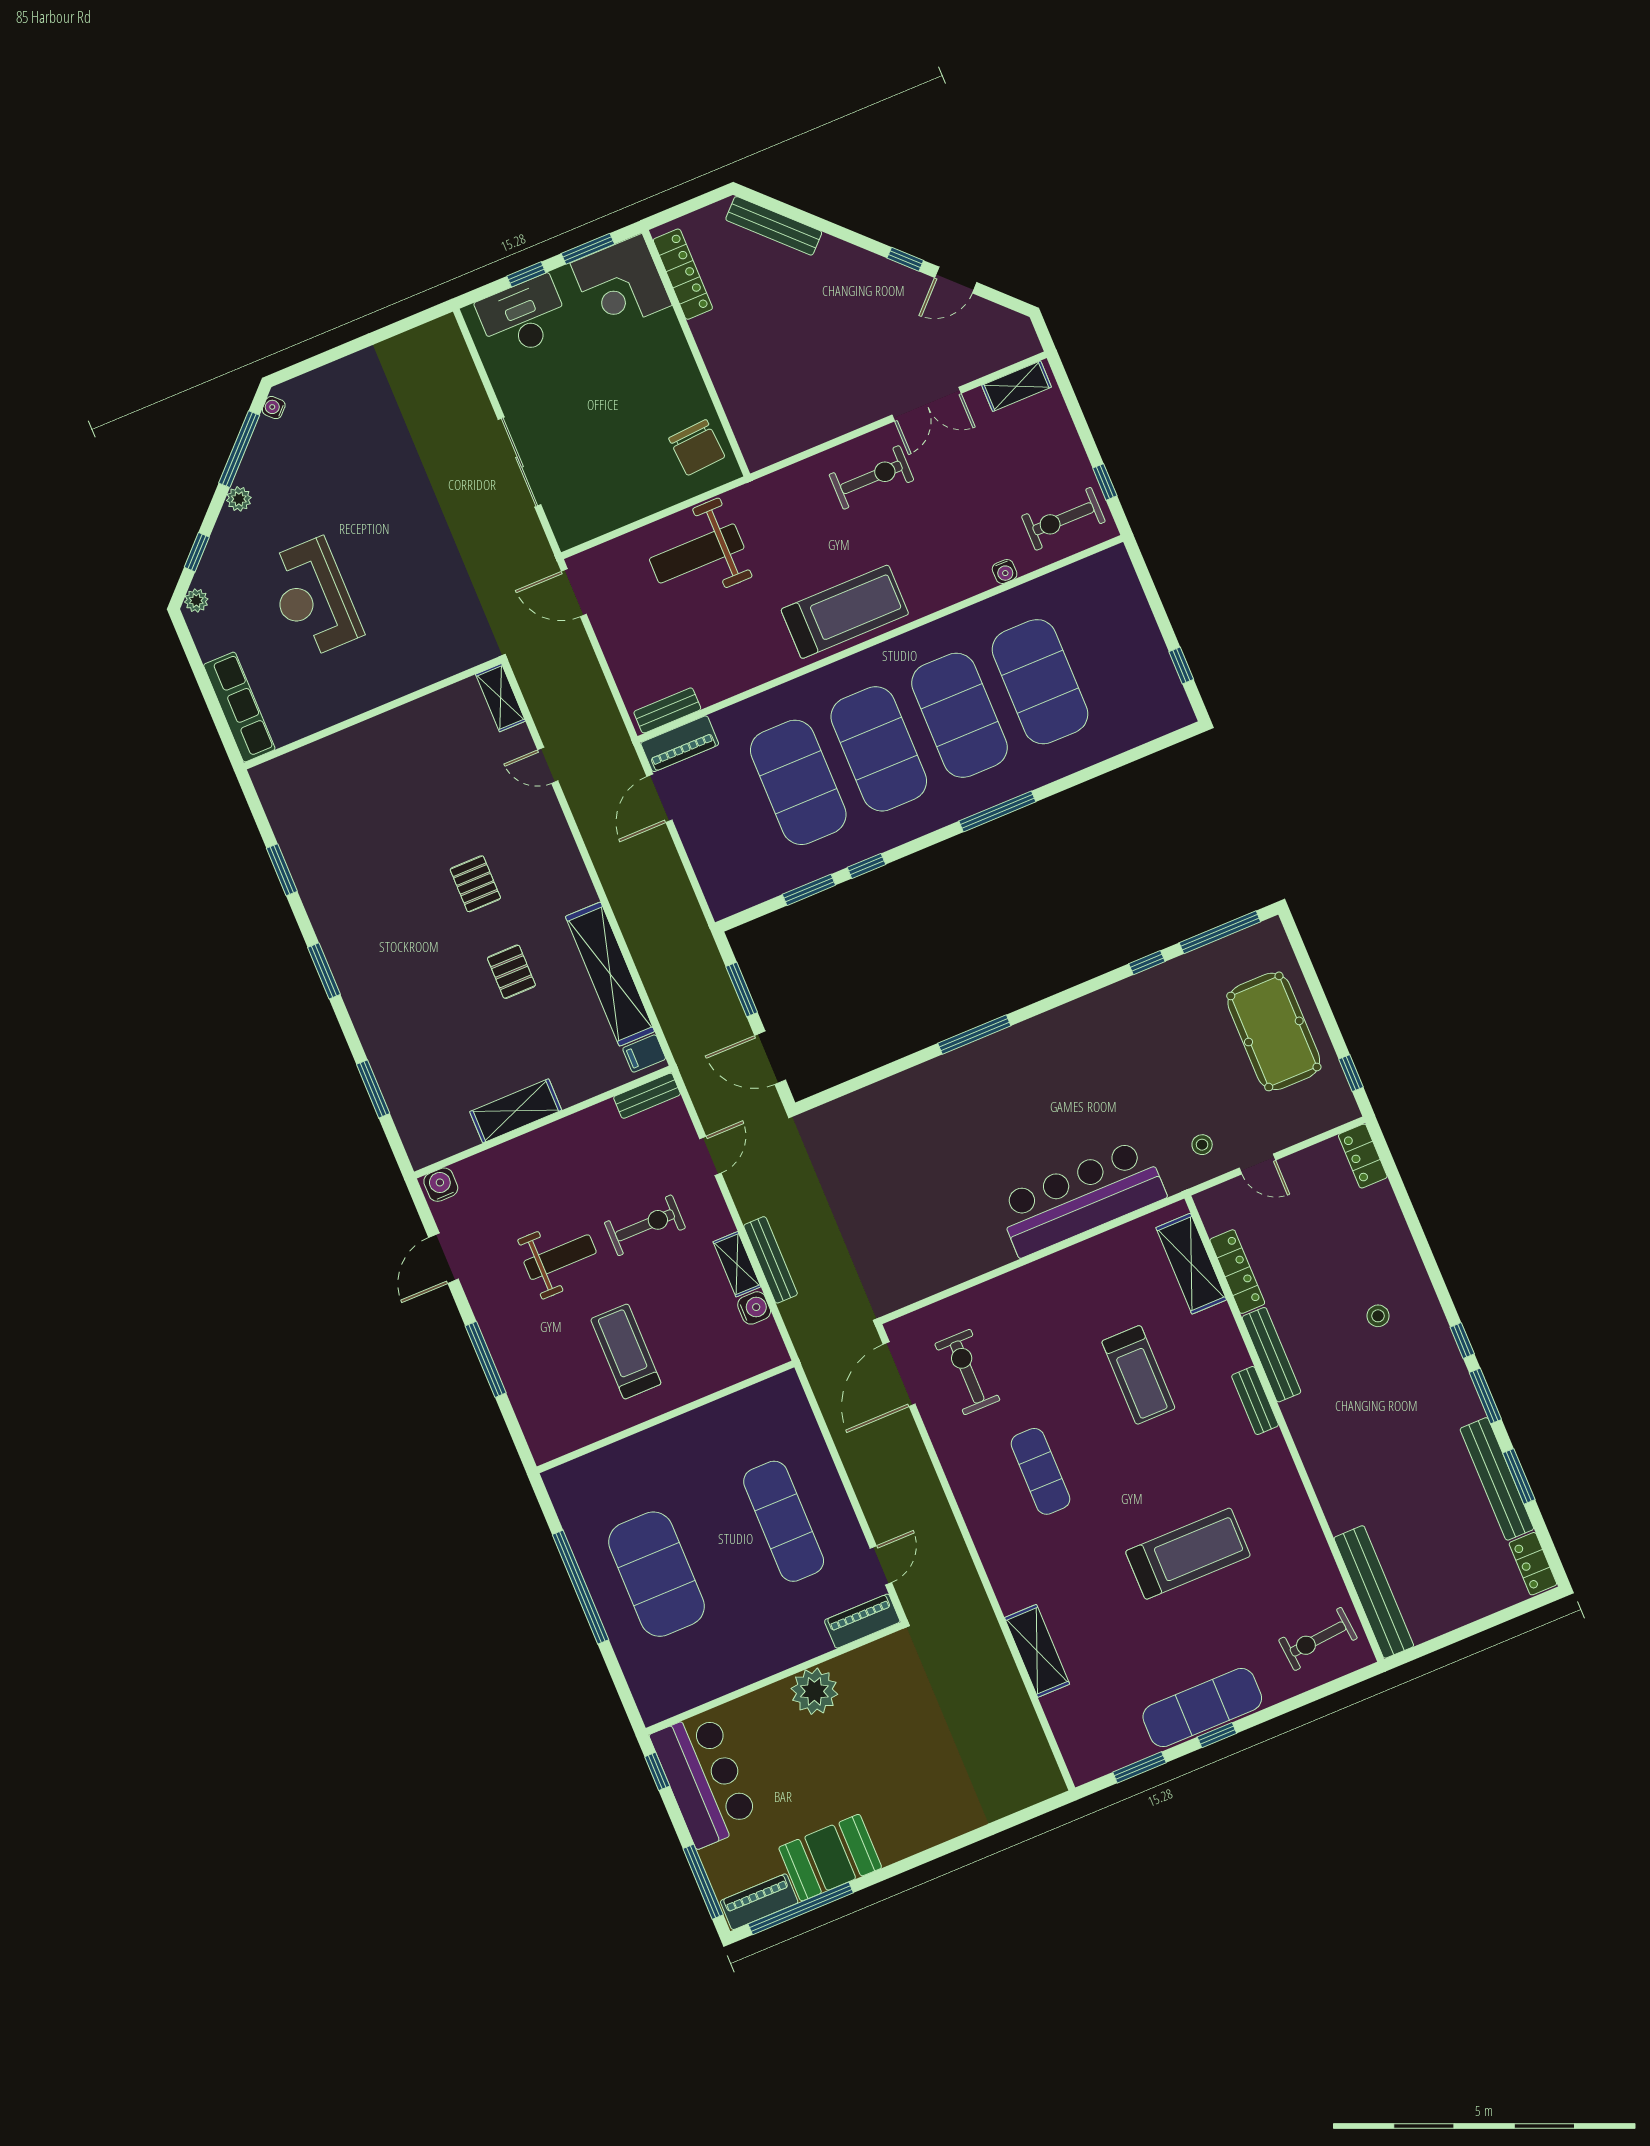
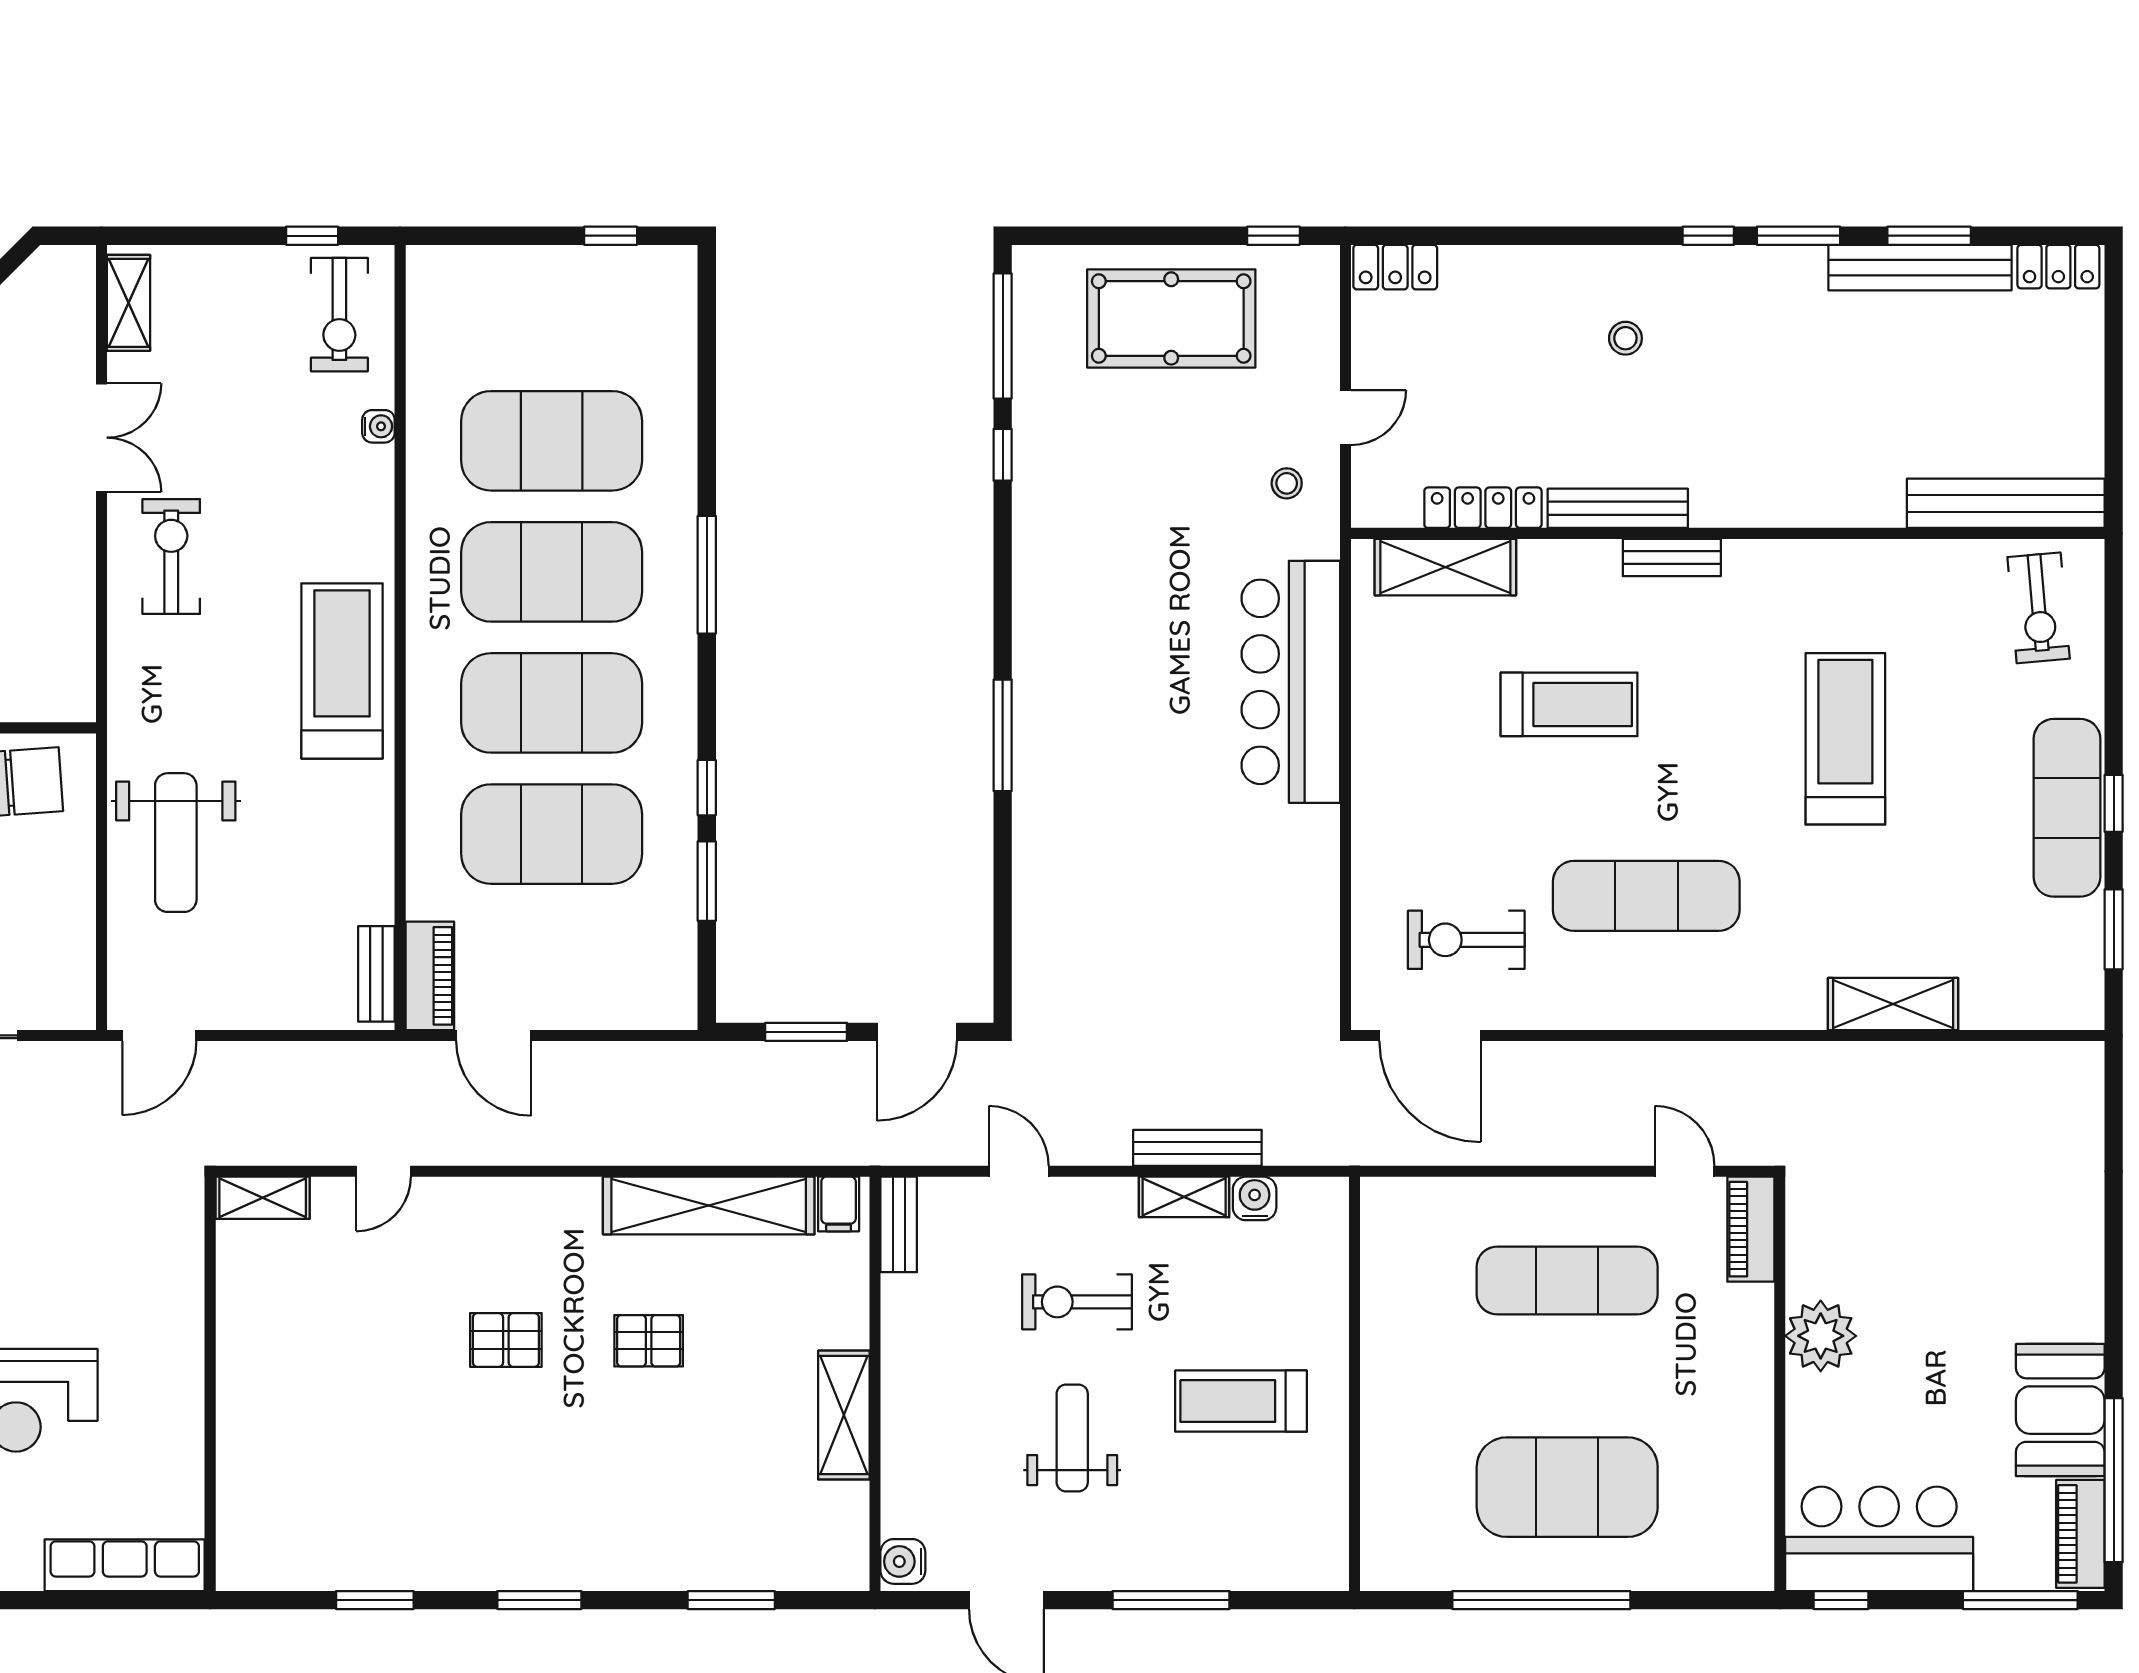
exercise bike: (645, 1225) -> (1077, 1302), turned -90
exercise mat: (1040, 1471) -> (1646, 896), width x1.36, depth x1.45

